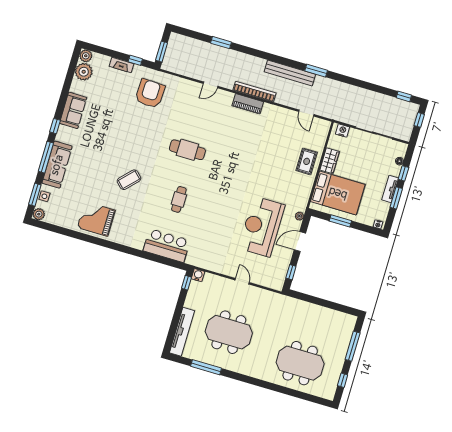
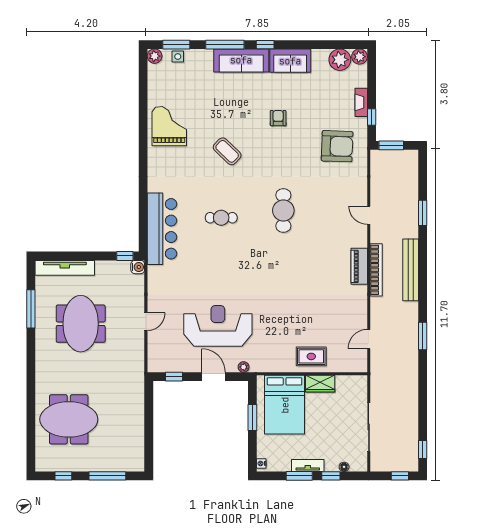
bench: (290, 73) -> (411, 270), moved
nightstand: (343, 131) -> (361, 388), removed
armchair: (115, 133) -> (278, 118), added
sofa: (57, 165) -> (241, 60), moved
bar counter: (167, 246) -> (162, 229), width x1.36
meeting table: (300, 363) -> (69, 419), turned 90

